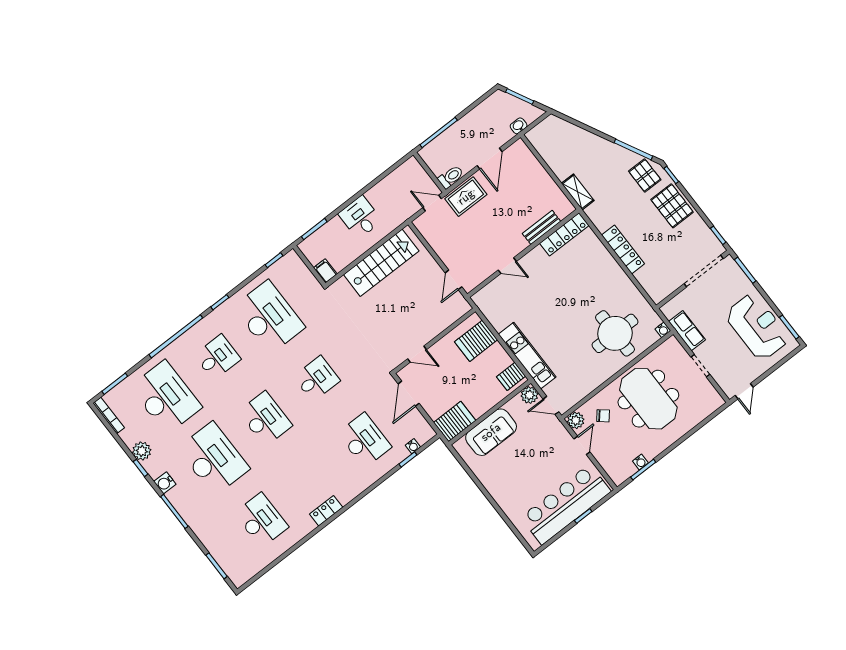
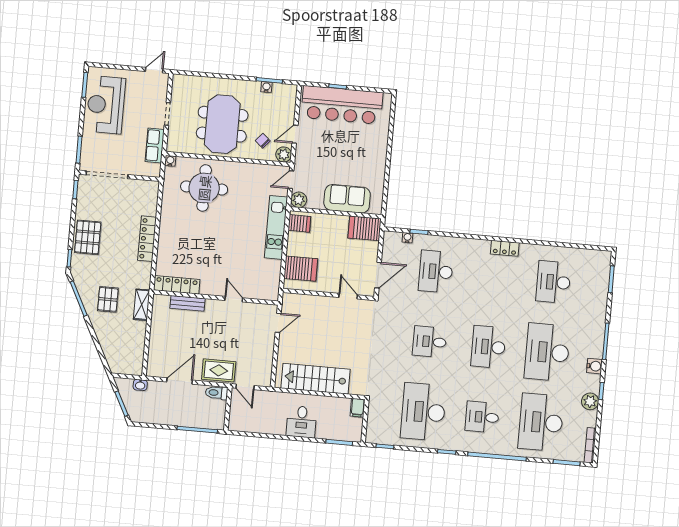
pallet: (645, 175) -> (108, 299), moved
door: (551, 405) -> (291, 180), swing flipped

